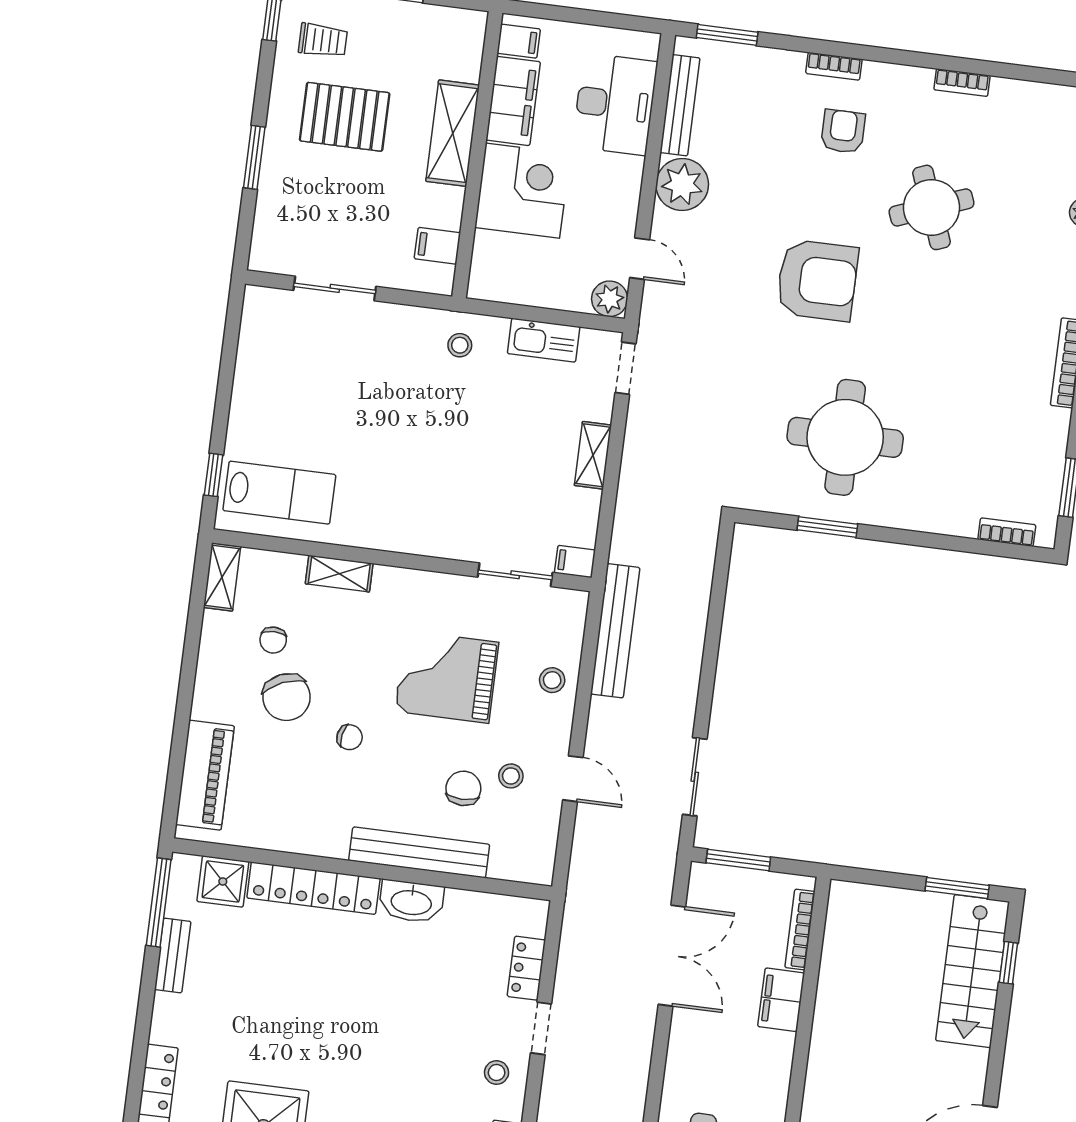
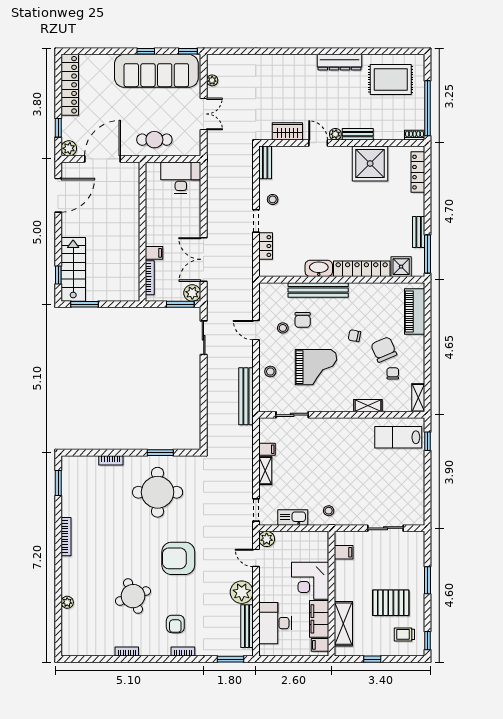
shelving: (453, 133) -> (343, 624), moved
bookcase: (1007, 532) -> (111, 460), moved
filing cabinet: (575, 561) -> (267, 449), moved
plant: (707, 882) -> (192, 293), added
filing cabinet: (781, 1000) -> (154, 253), width x0.50

